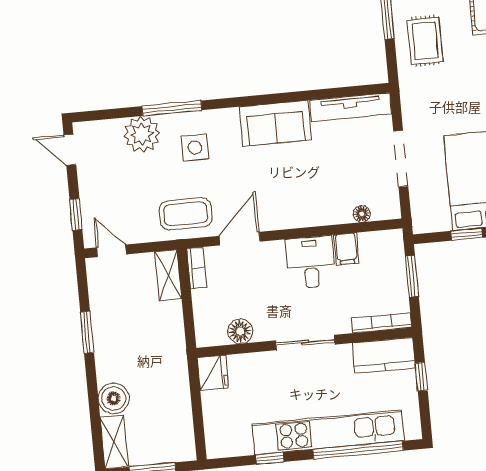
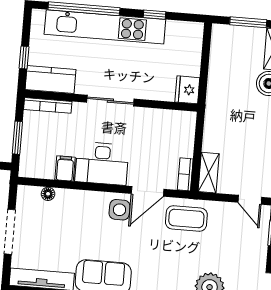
side table: (195, 148) -> (120, 210), moved
desk: (311, 262) -> (102, 164), width x1.37
floor lamp: (240, 331) -> (160, 119), removed

